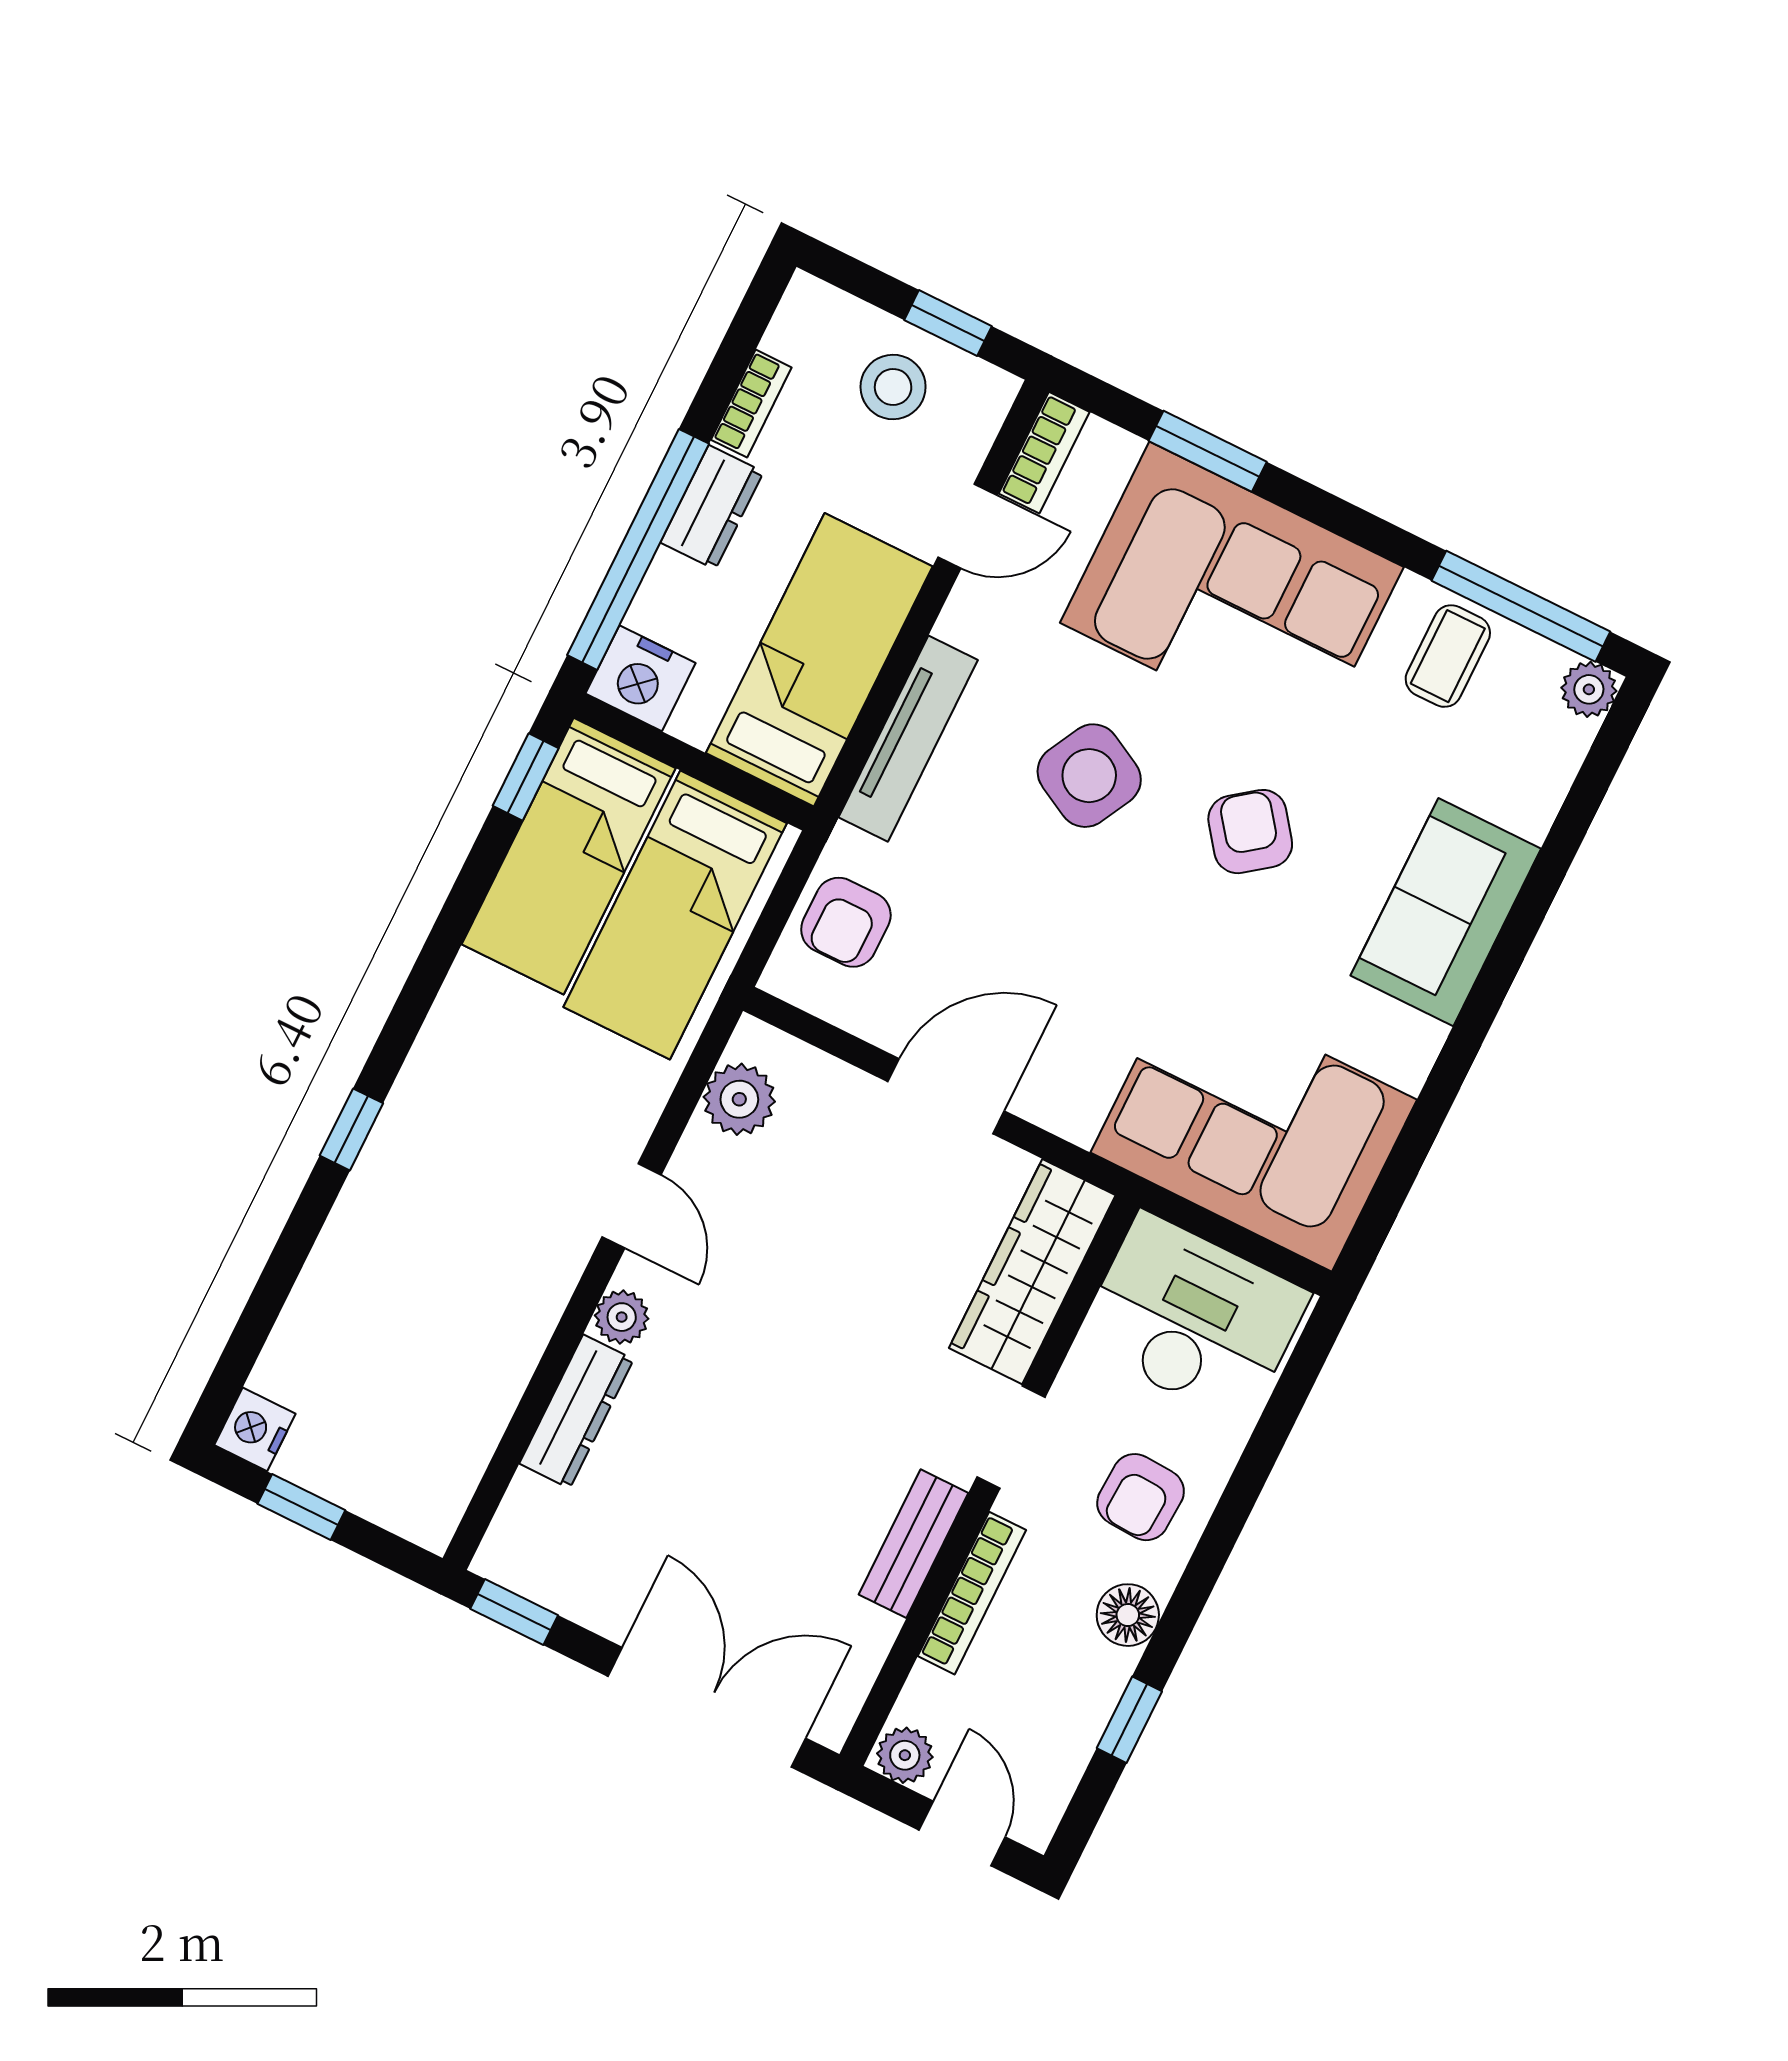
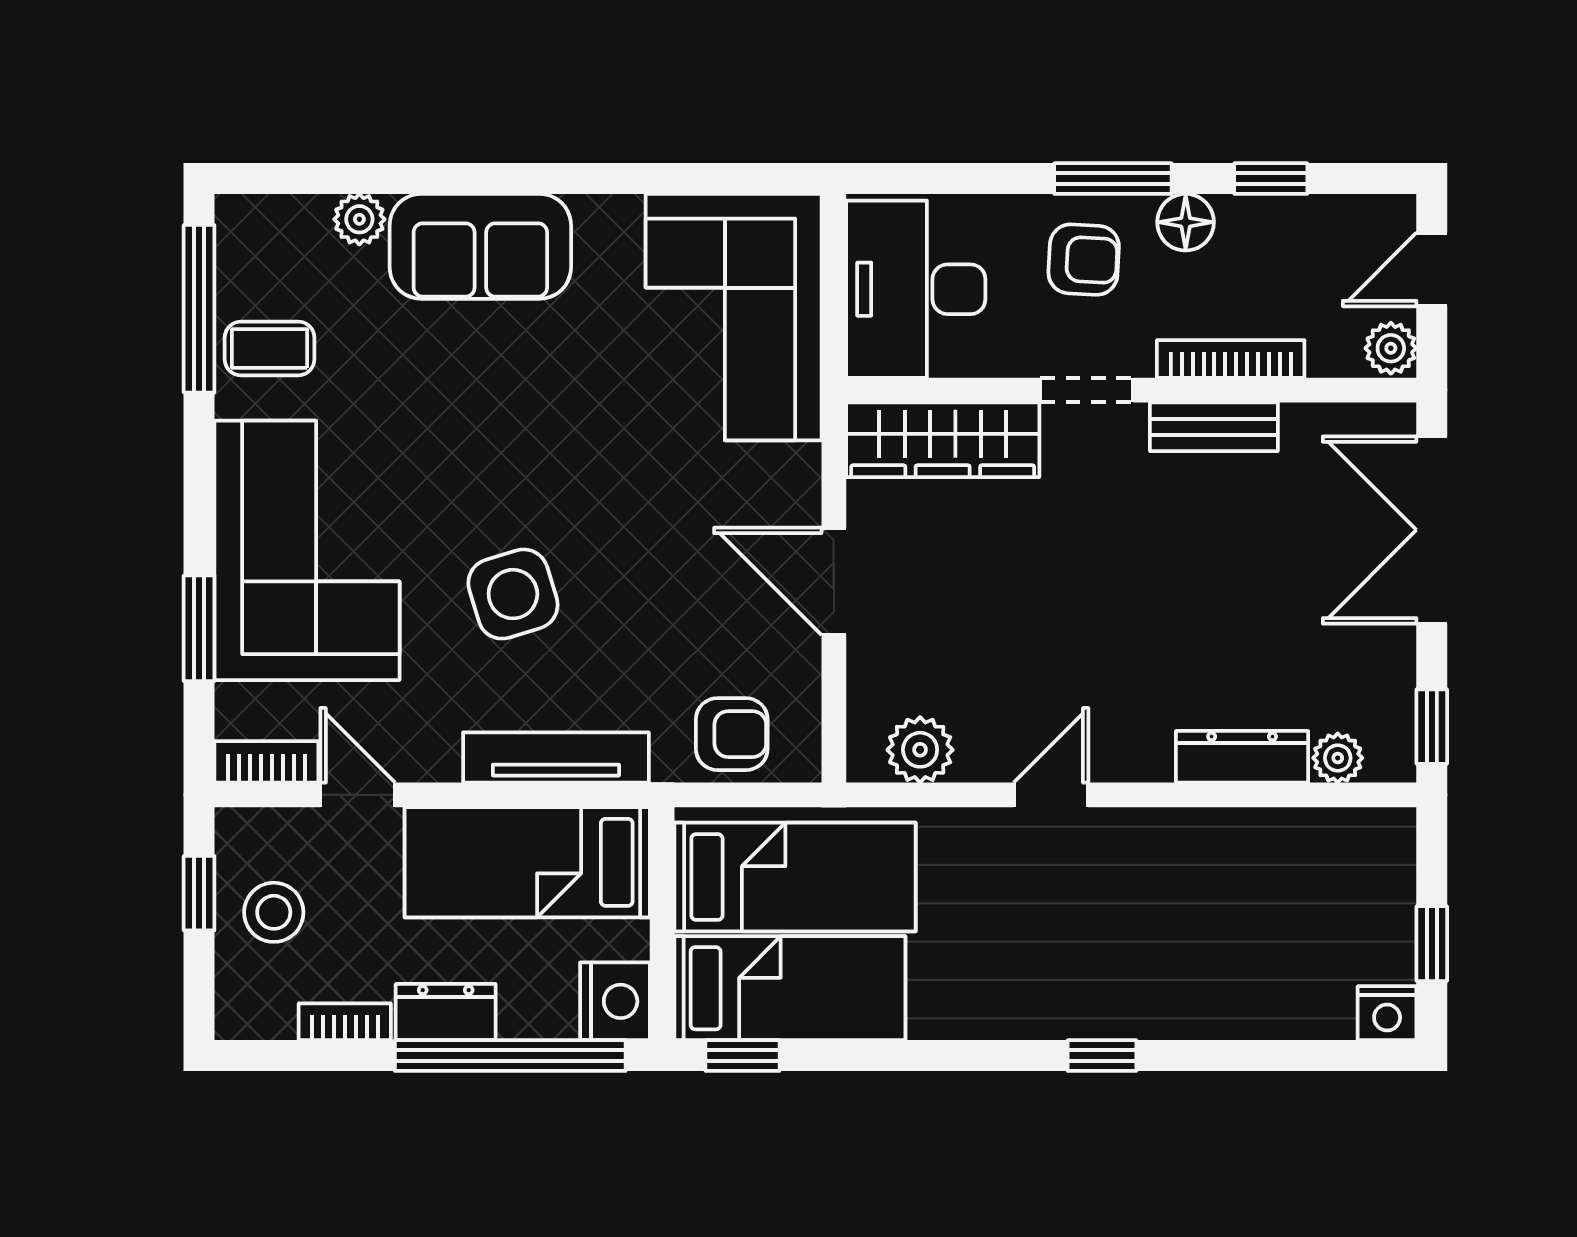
plant: (1589, 689) -> (359, 219), moved
side table: (1089, 776) -> (513, 594), turned 45
armchair: (1250, 832) -> (494, 439), removed
plant: (622, 1317) -> (1338, 758), moved
window: (1206, 1565) -> (1113, 179), added

